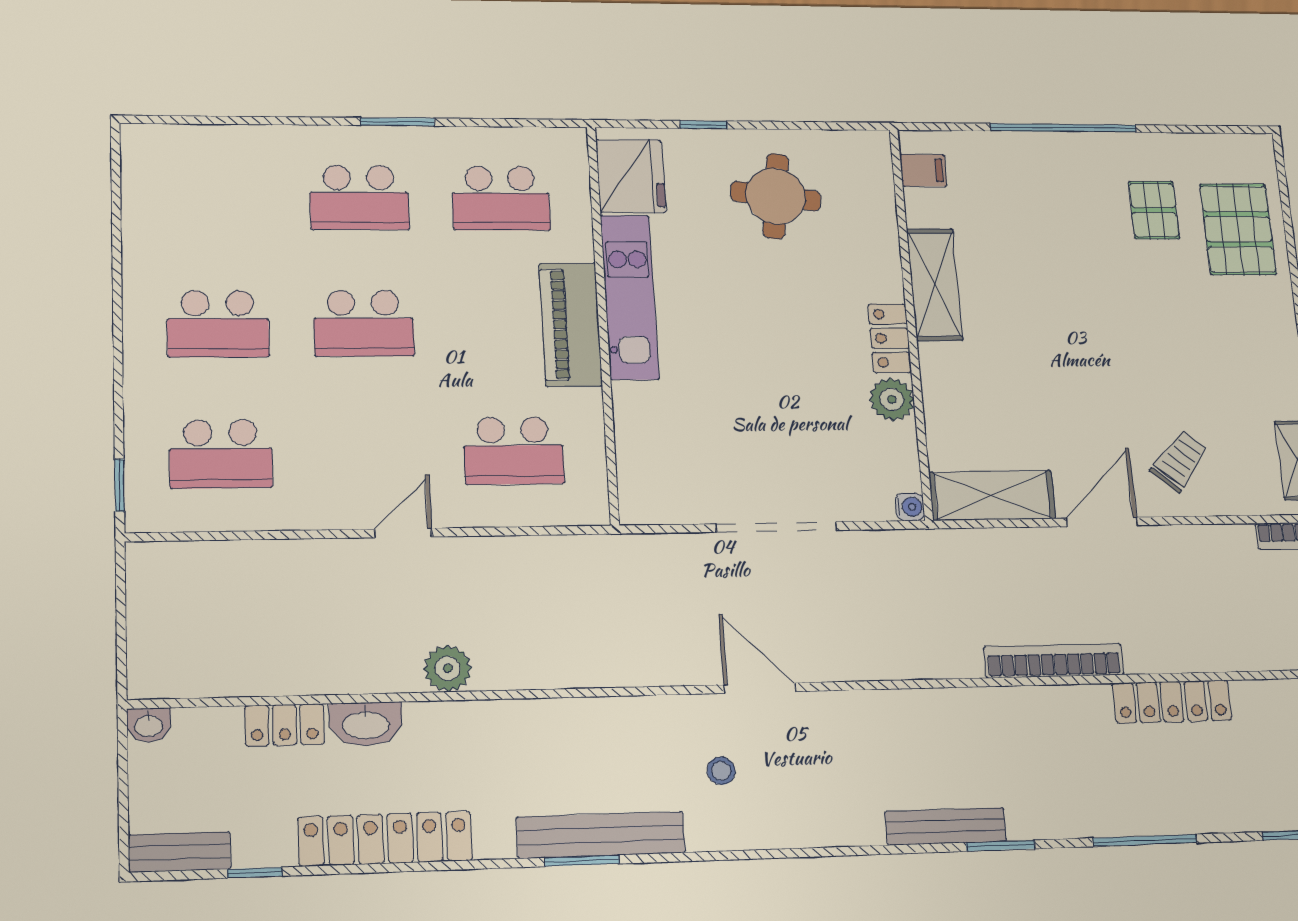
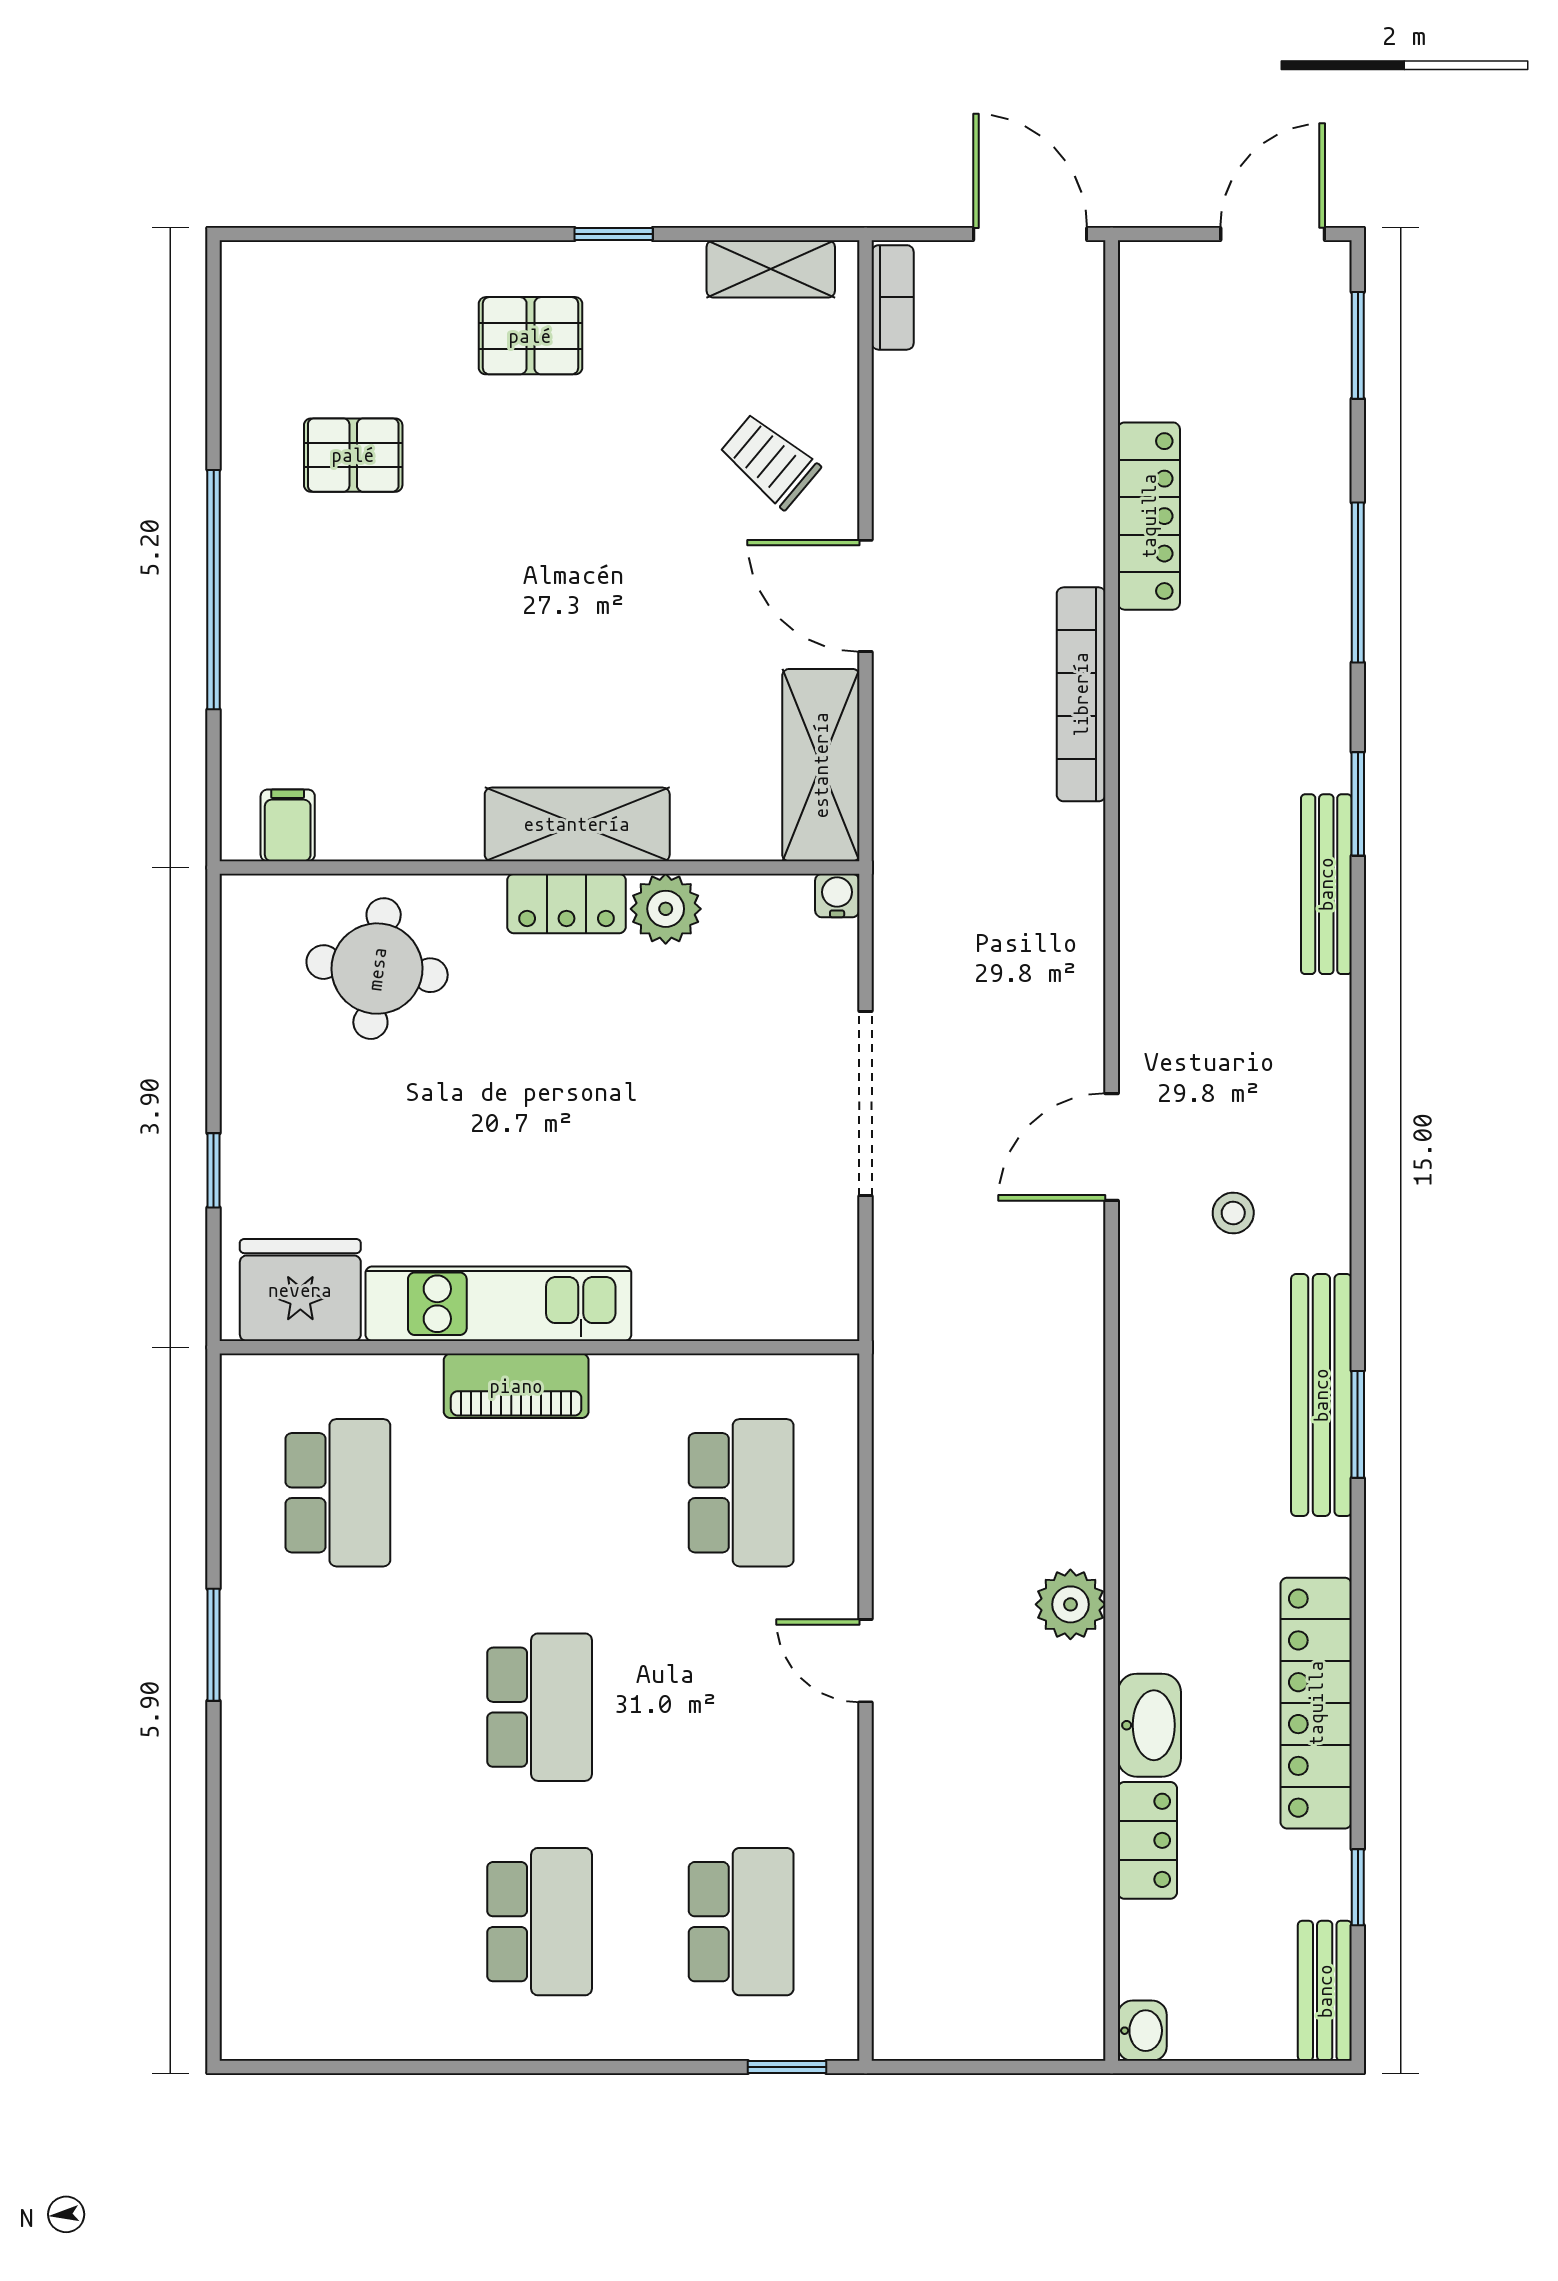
round table: (776, 196) -> (377, 969), moved
school desk: (359, 198) -> (338, 1707), removed
pallet: (1238, 229) -> (530, 336), moved, width x0.67, depth x0.71
shelving: (935, 284) -> (577, 824), moved
piano: (571, 325) -> (516, 1386), width x0.73, depth x0.75

